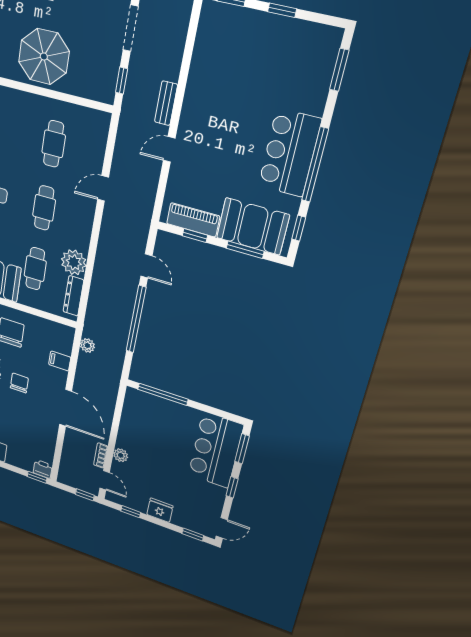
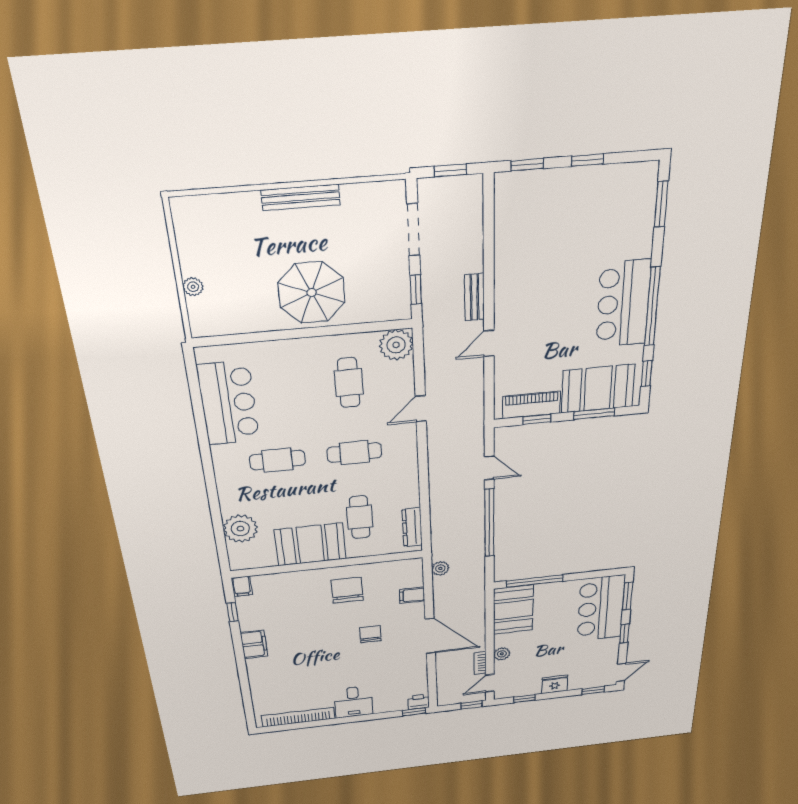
cafe table: (44, 208) -> (354, 453), turned 90
plant: (74, 262) -> (396, 345), moved
booth: (139, 415) -> (513, 610), added
door: (105, 480) -> (490, 683), swing flipped

